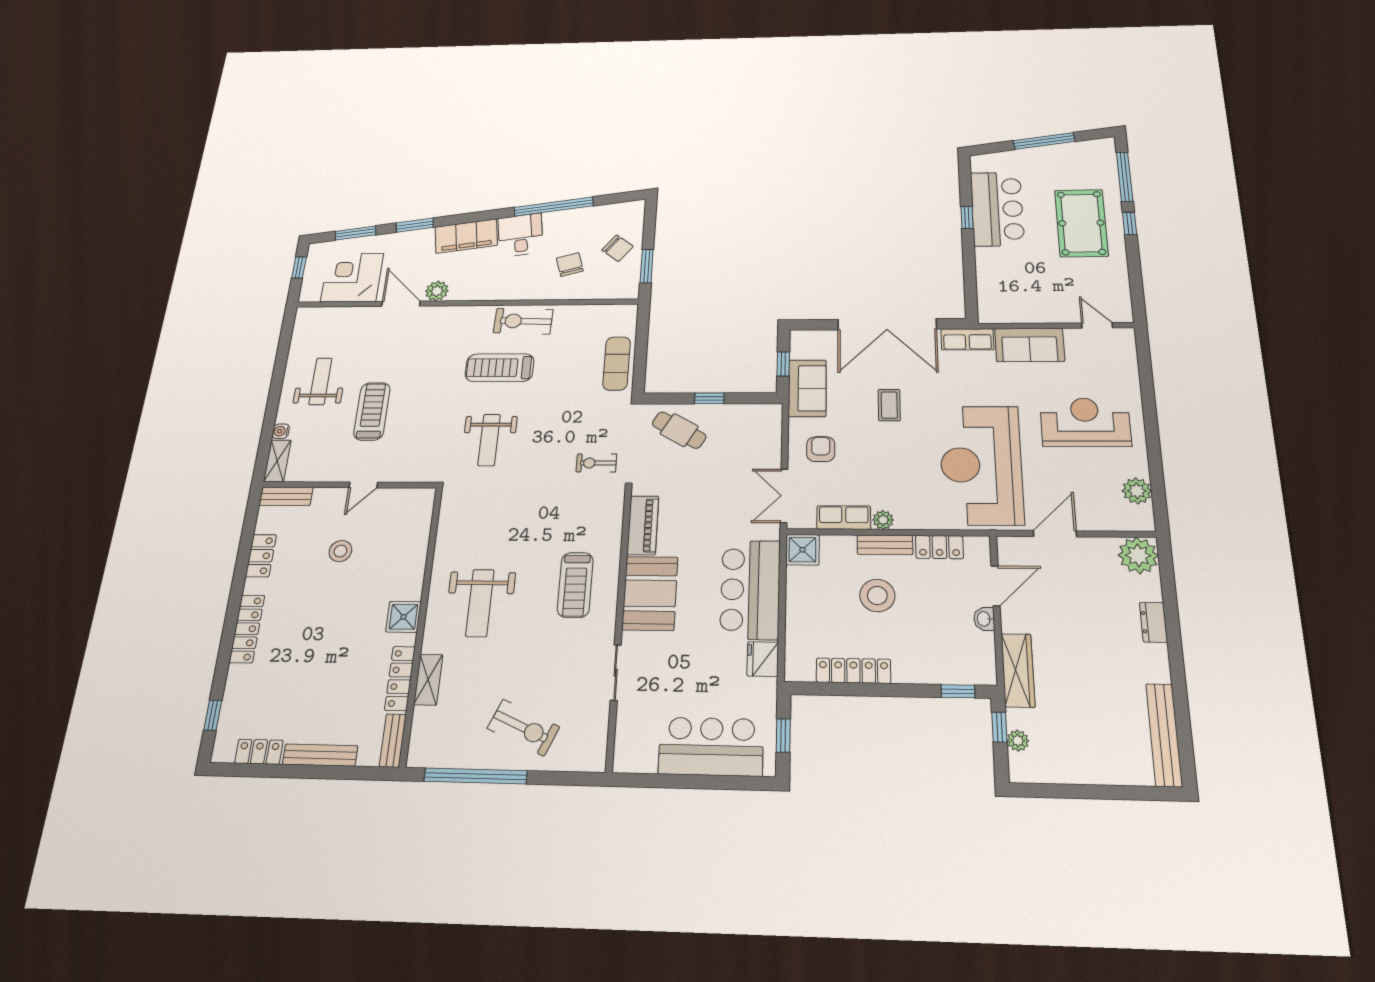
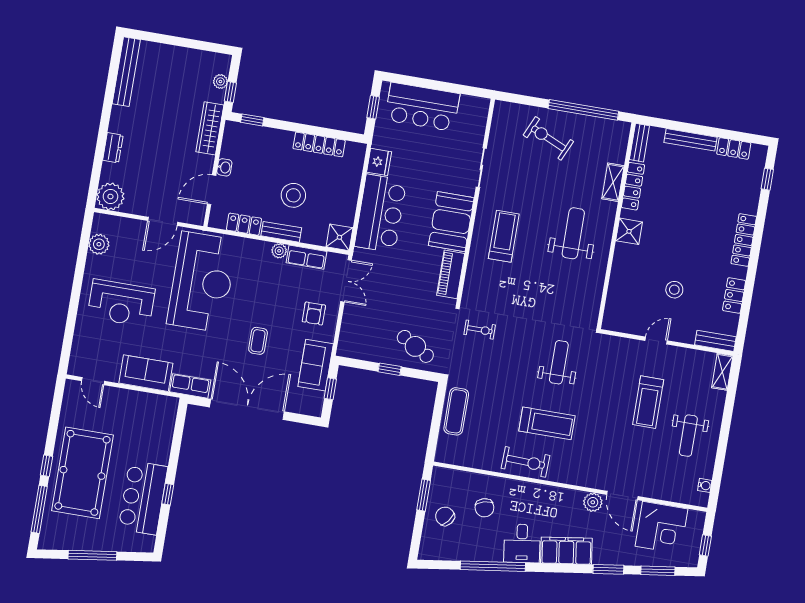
pool table: (1081, 223) -> (82, 473), width x1.36, depth x1.32
water cooler: (281, 431) -> (705, 485), moved

